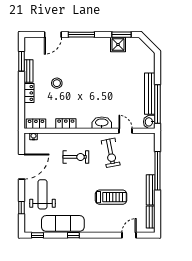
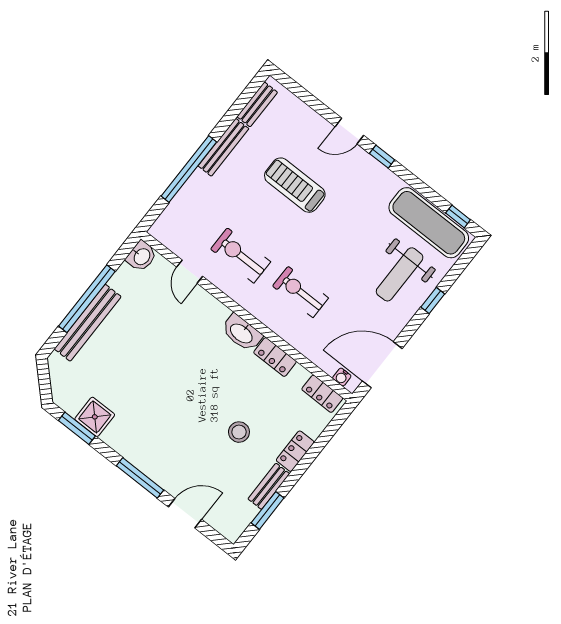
bench: (150, 94) -> (88, 323), moved
window: (158, 104) -> (87, 299), moved
washbasin: (102, 123) -> (242, 333), moved
exercise bike: (111, 153) -> (241, 255), turned -79
door: (21, 167) -> (382, 365), moved
window: (21, 208) -> (433, 300), moved
exercise mat: (63, 223) -> (429, 223), moved
window: (73, 235) -> (382, 157), moved
door: (129, 235) -> (349, 131), moved

